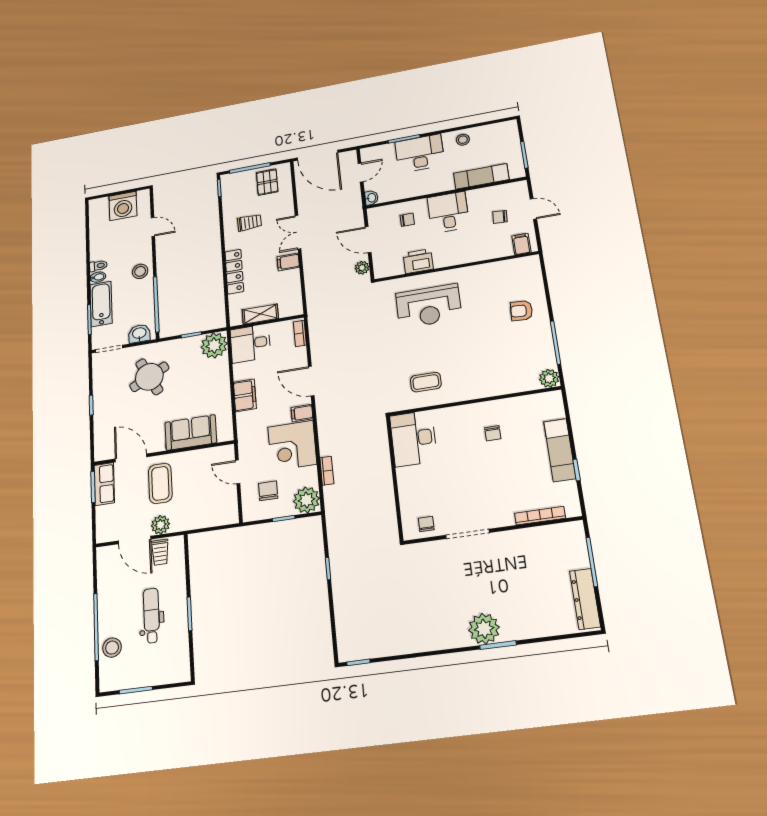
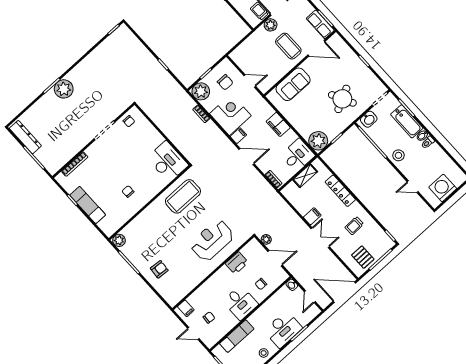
coffee table: (426, 382) -> (183, 196), width x1.86, depth x1.72

